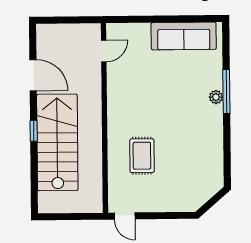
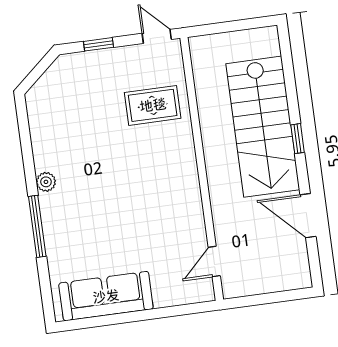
plant: (216, 97) -> (46, 182), moved
rug: (142, 156) -> (153, 105), moved, turned 90
window: (167, 216) -> (98, 44), added

